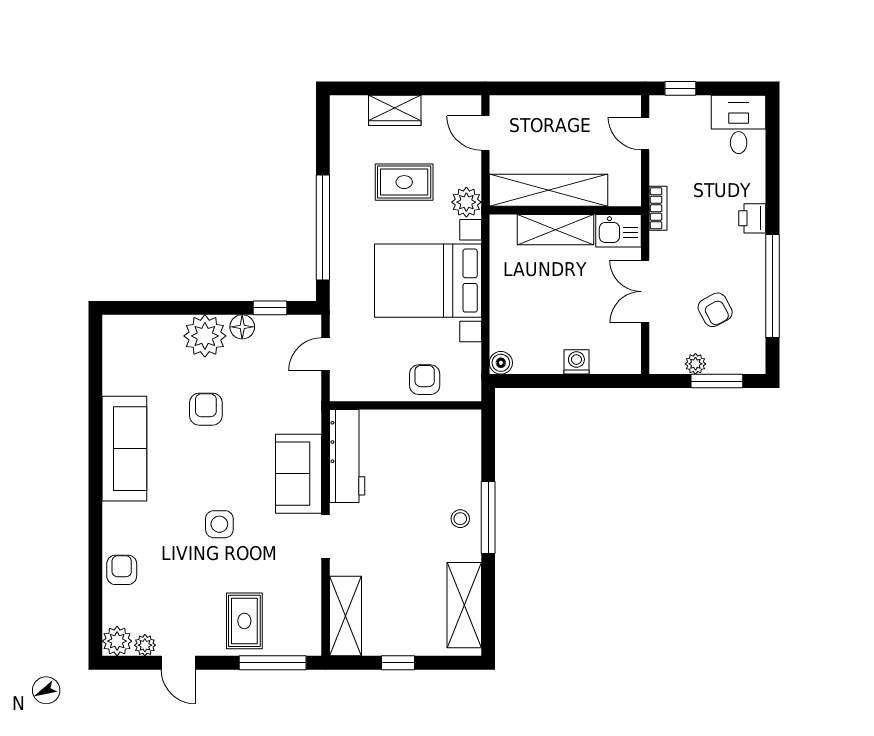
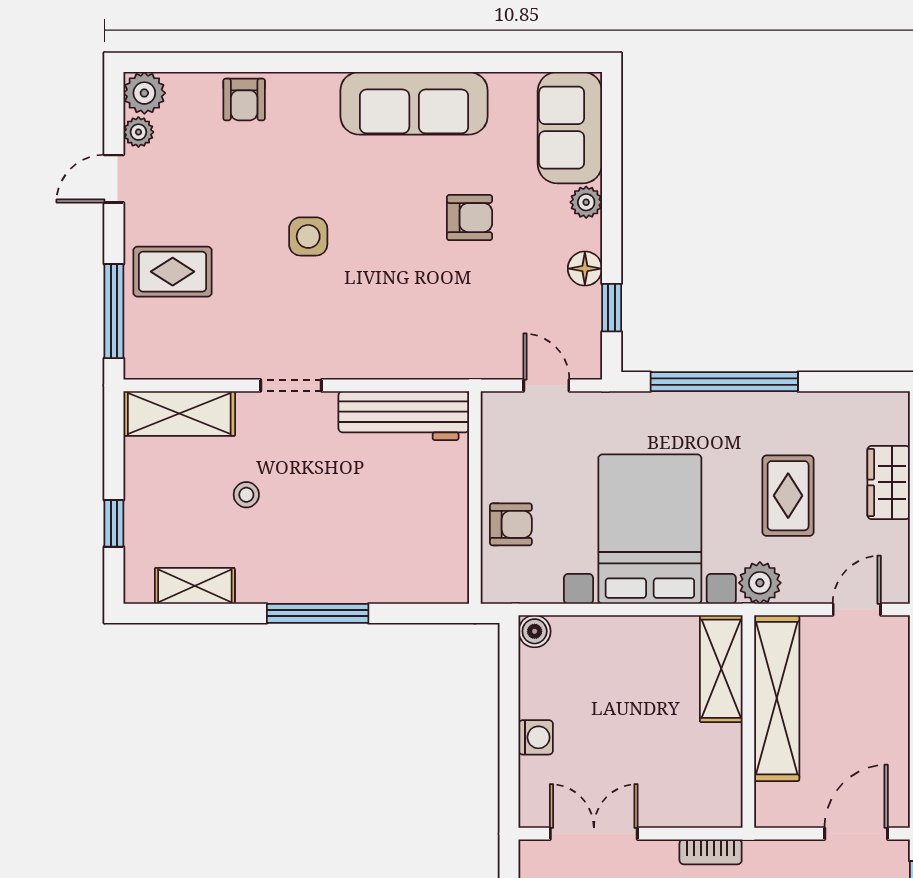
door: (645, 134) -> (856, 834), width x1.37
bookcase: (658, 208) -> (711, 852), moved
shelving: (556, 230) -> (721, 669), moved
kitchen sink: (618, 231) -> (720, 796), removed
double door: (645, 292) -> (594, 834), moved
plant: (205, 336) -> (586, 202), width x0.53, depth x0.53
sofa: (299, 474) -> (570, 128), moved, turned -90
stool: (460, 519) -> (246, 495), moved
armchair: (122, 570) -> (244, 100), turned 90
shelving: (464, 605) -> (195, 586), width x0.67, depth x0.75
window: (398, 663) -> (114, 523), moved

